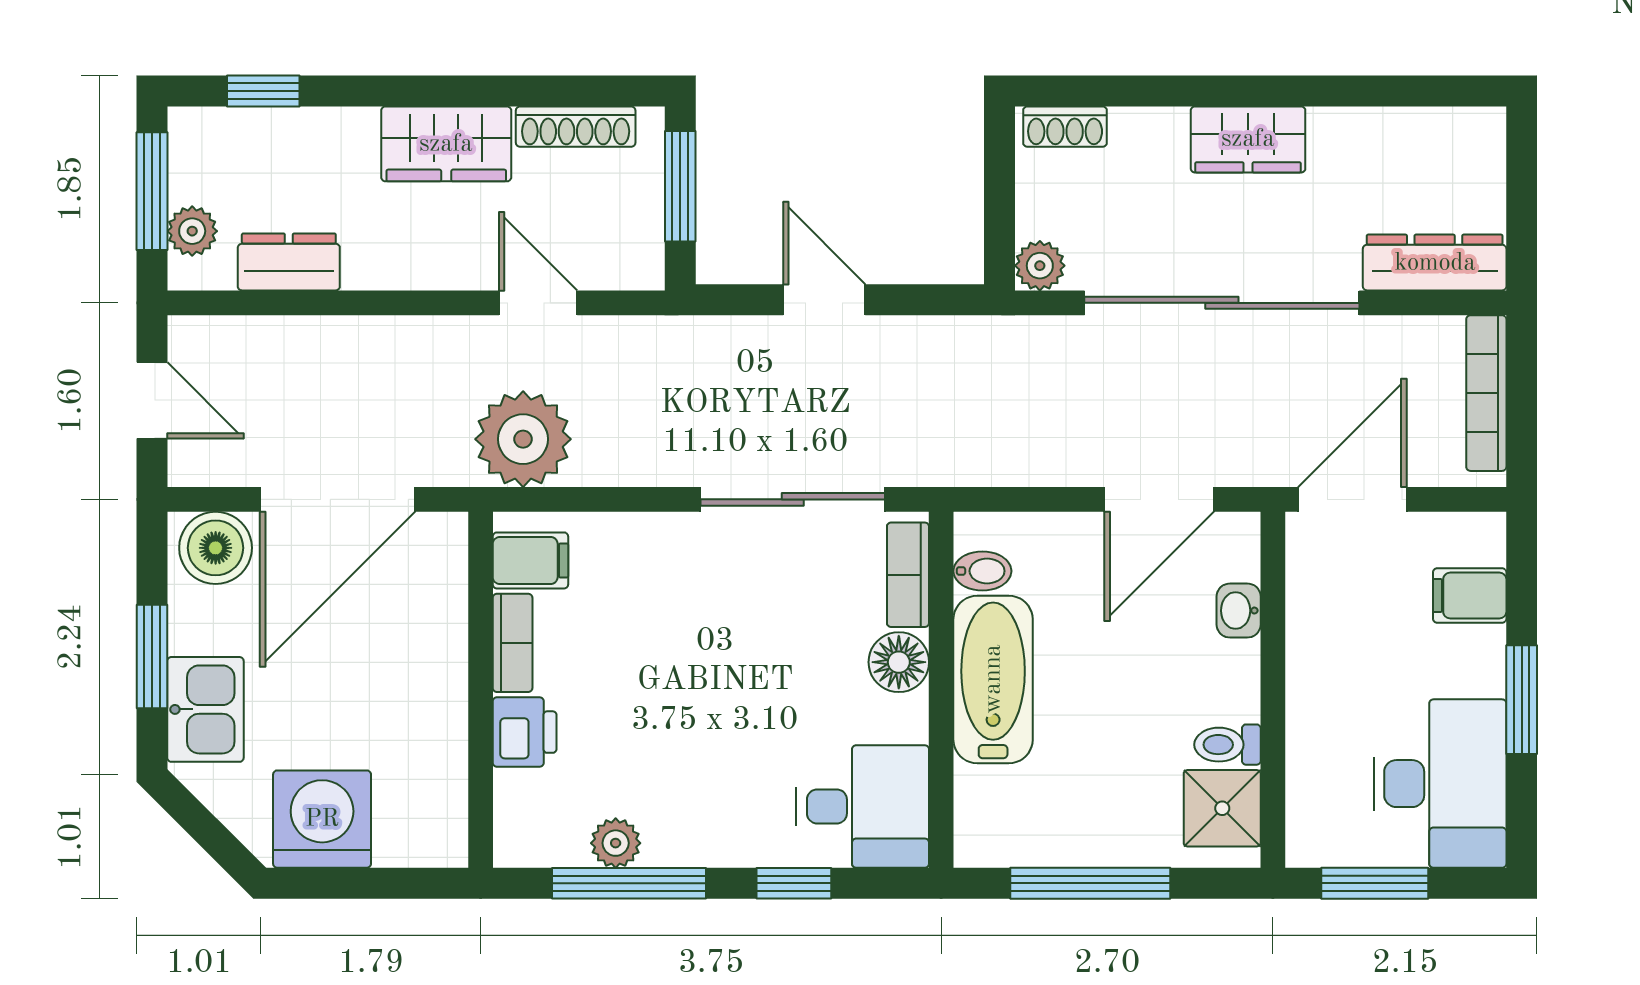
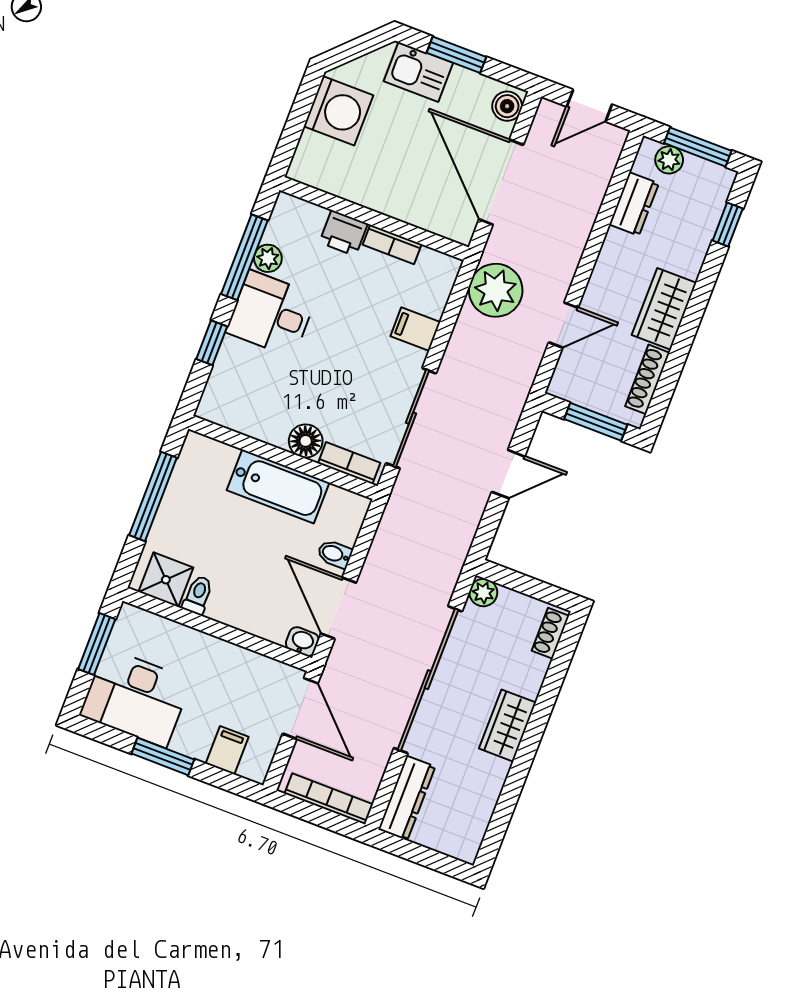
boiler: (216, 548) -> (507, 106), width x0.73, depth x0.73
filing cabinet: (530, 560) -> (415, 329), moved, turned 90
bidet: (982, 571) -> (335, 554), moved, turned 90
washbasin: (1239, 611) -> (302, 642), moved
desk: (863, 806) -> (271, 314), moved, turned 90

